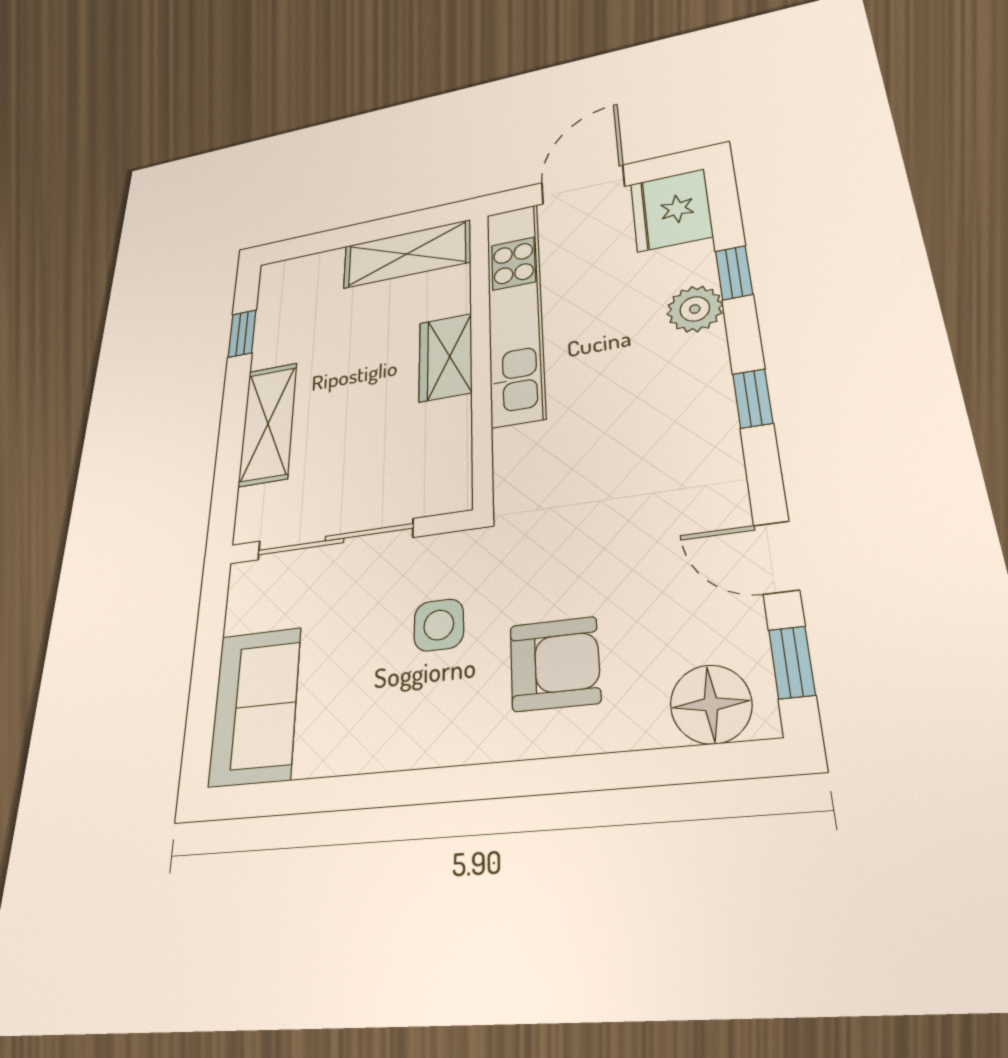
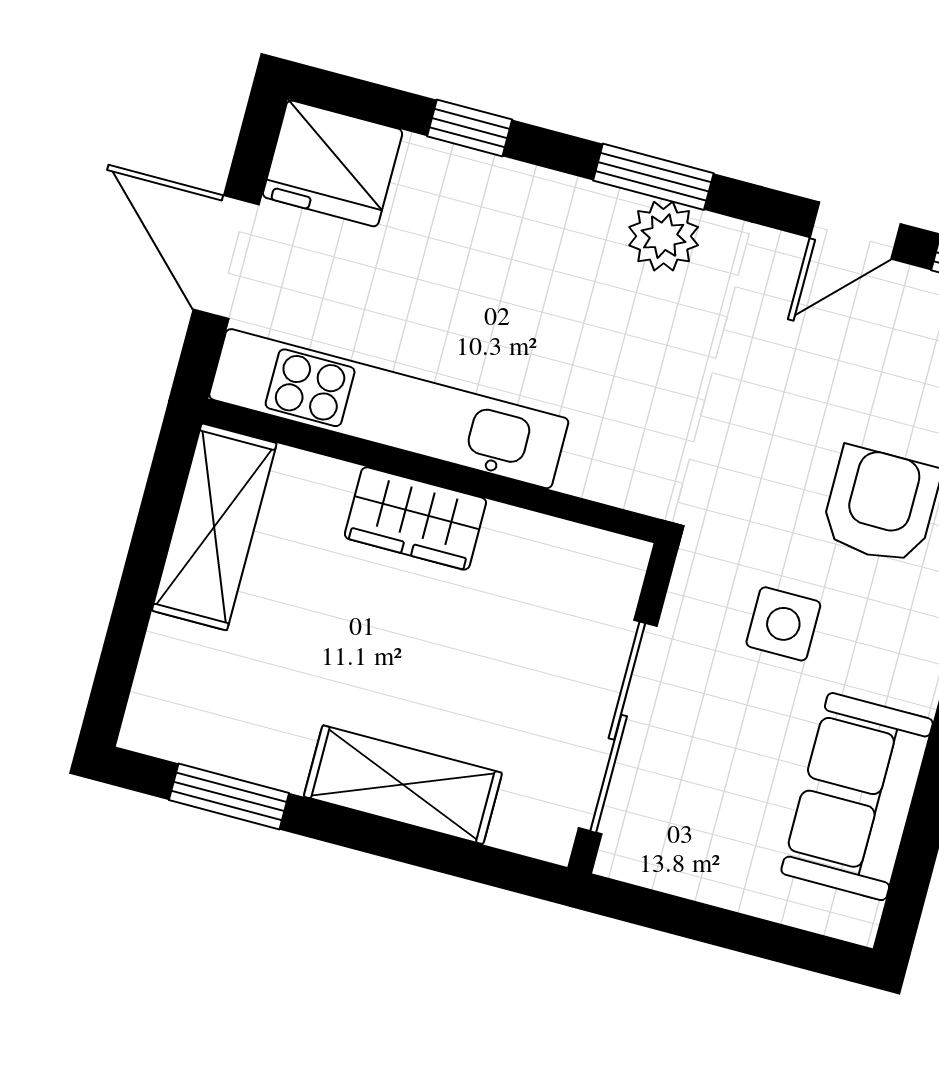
plant: (695, 309) -> (664, 236), moved
window: (242, 334) -> (229, 797), width x1.50
window: (753, 399) -> (653, 177), width x1.50
sofa: (255, 706) -> (857, 797), moved, turned -90

